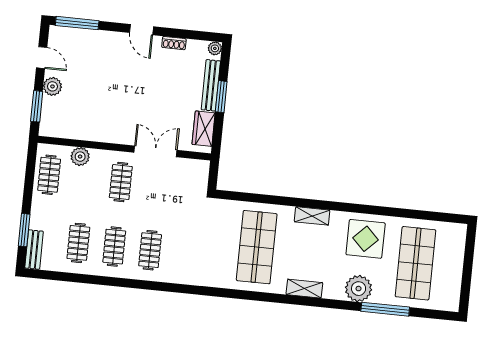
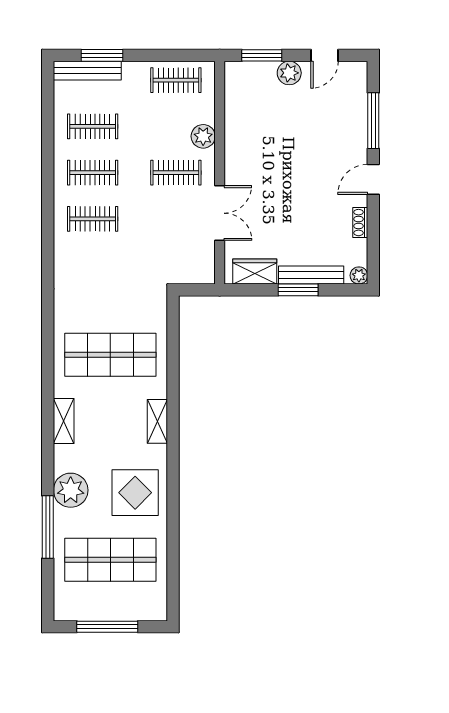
window: (77, 23) -> (373, 121), moved
plant: (80, 157) -> (203, 136), moved
bench: (34, 250) -> (87, 71), width x1.36
window: (467, 271) -> (107, 627), added

